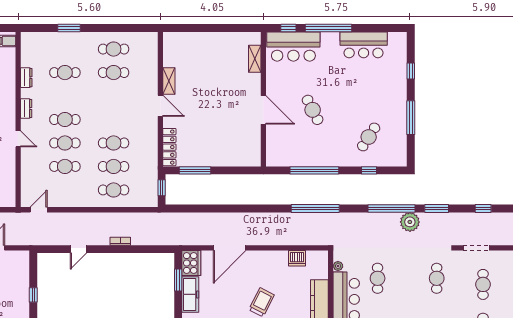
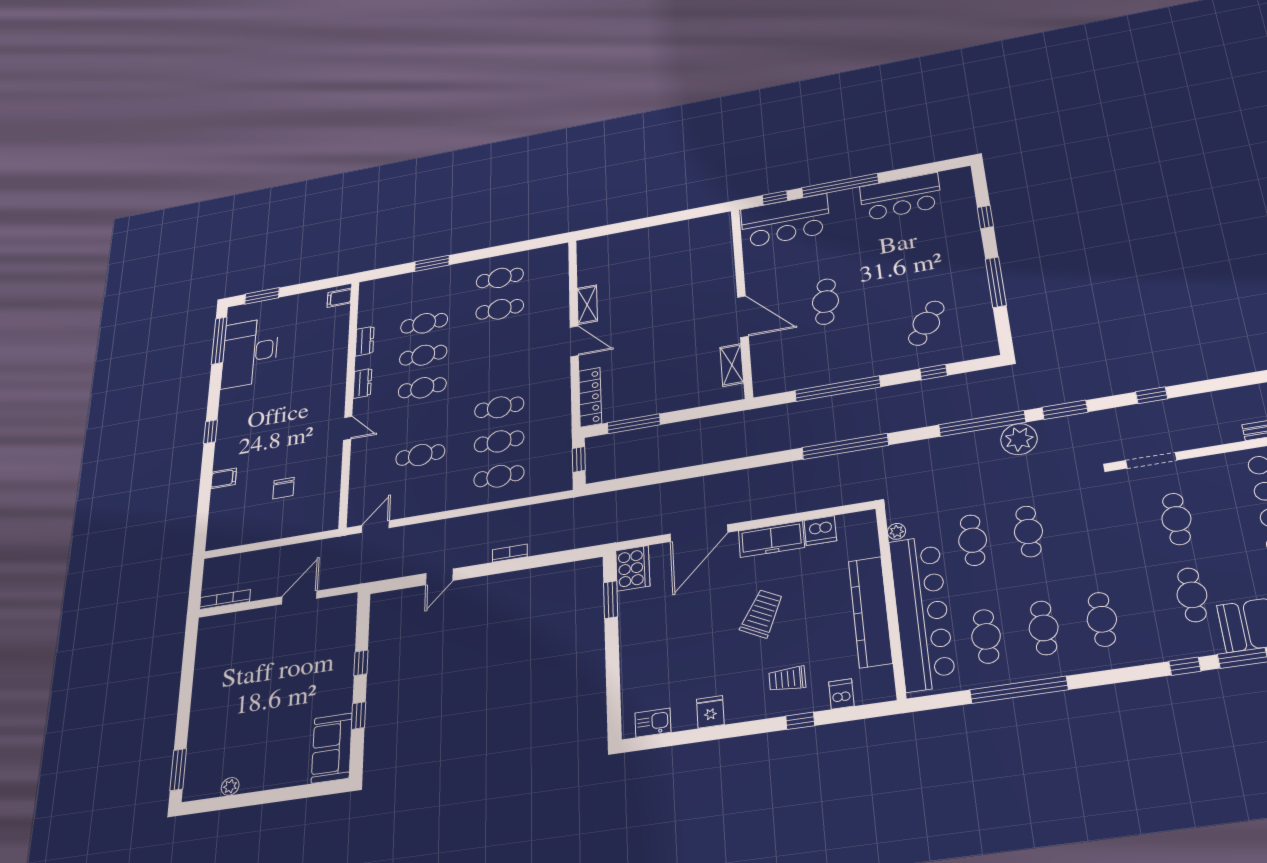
shelving: (255, 59) -> (732, 365), moved
cafe table: (313, 110) -> (825, 302), turned 34
cafe table: (65, 143) -> (423, 355), moved
cafe table: (437, 278) -> (1028, 531), moved
freezer: (190, 294) -> (771, 539), moved, turned 90

